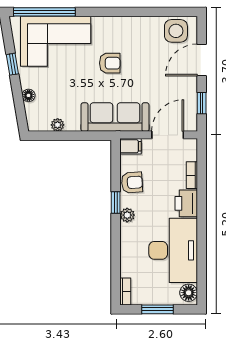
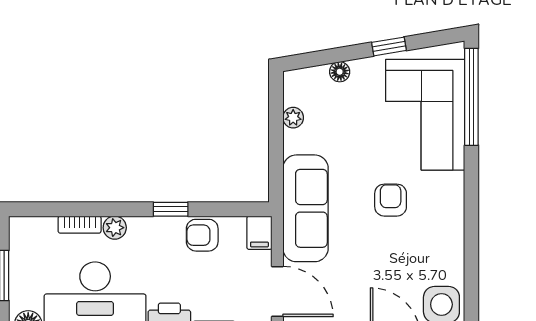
armchair: (110, 63) -> (391, 200), turned 180
armchair: (132, 182) -> (202, 235), turned 94
plant: (127, 215) -> (115, 228), moved
bookcase: (125, 292) -> (80, 225), moved

